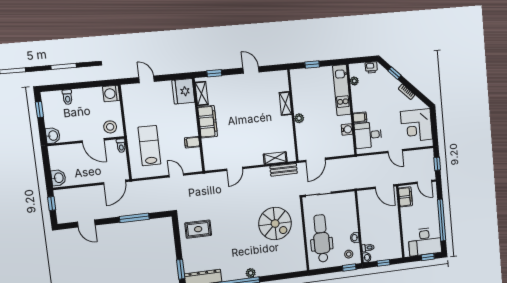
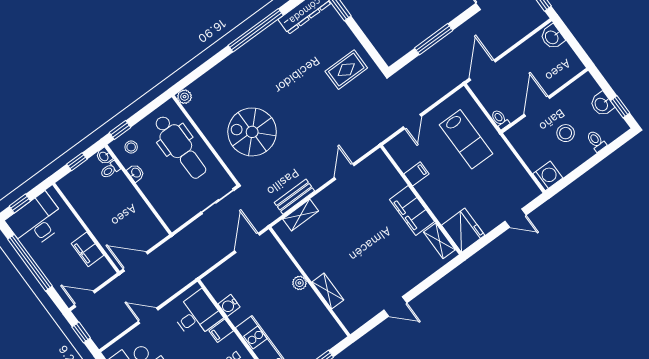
window: (214, 73) -> (438, 275), removed
stool: (110, 127) -> (566, 133), moved
washbasin: (53, 136) -> (602, 104), moved
door: (93, 140) -> (537, 106), hinge flipped
bench: (284, 170) -> (294, 197), moved
door: (176, 175) -> (412, 122), hinge flipped
filing cabinet: (405, 197) -> (88, 249), moved
plant: (251, 273) -> (185, 97), moved

